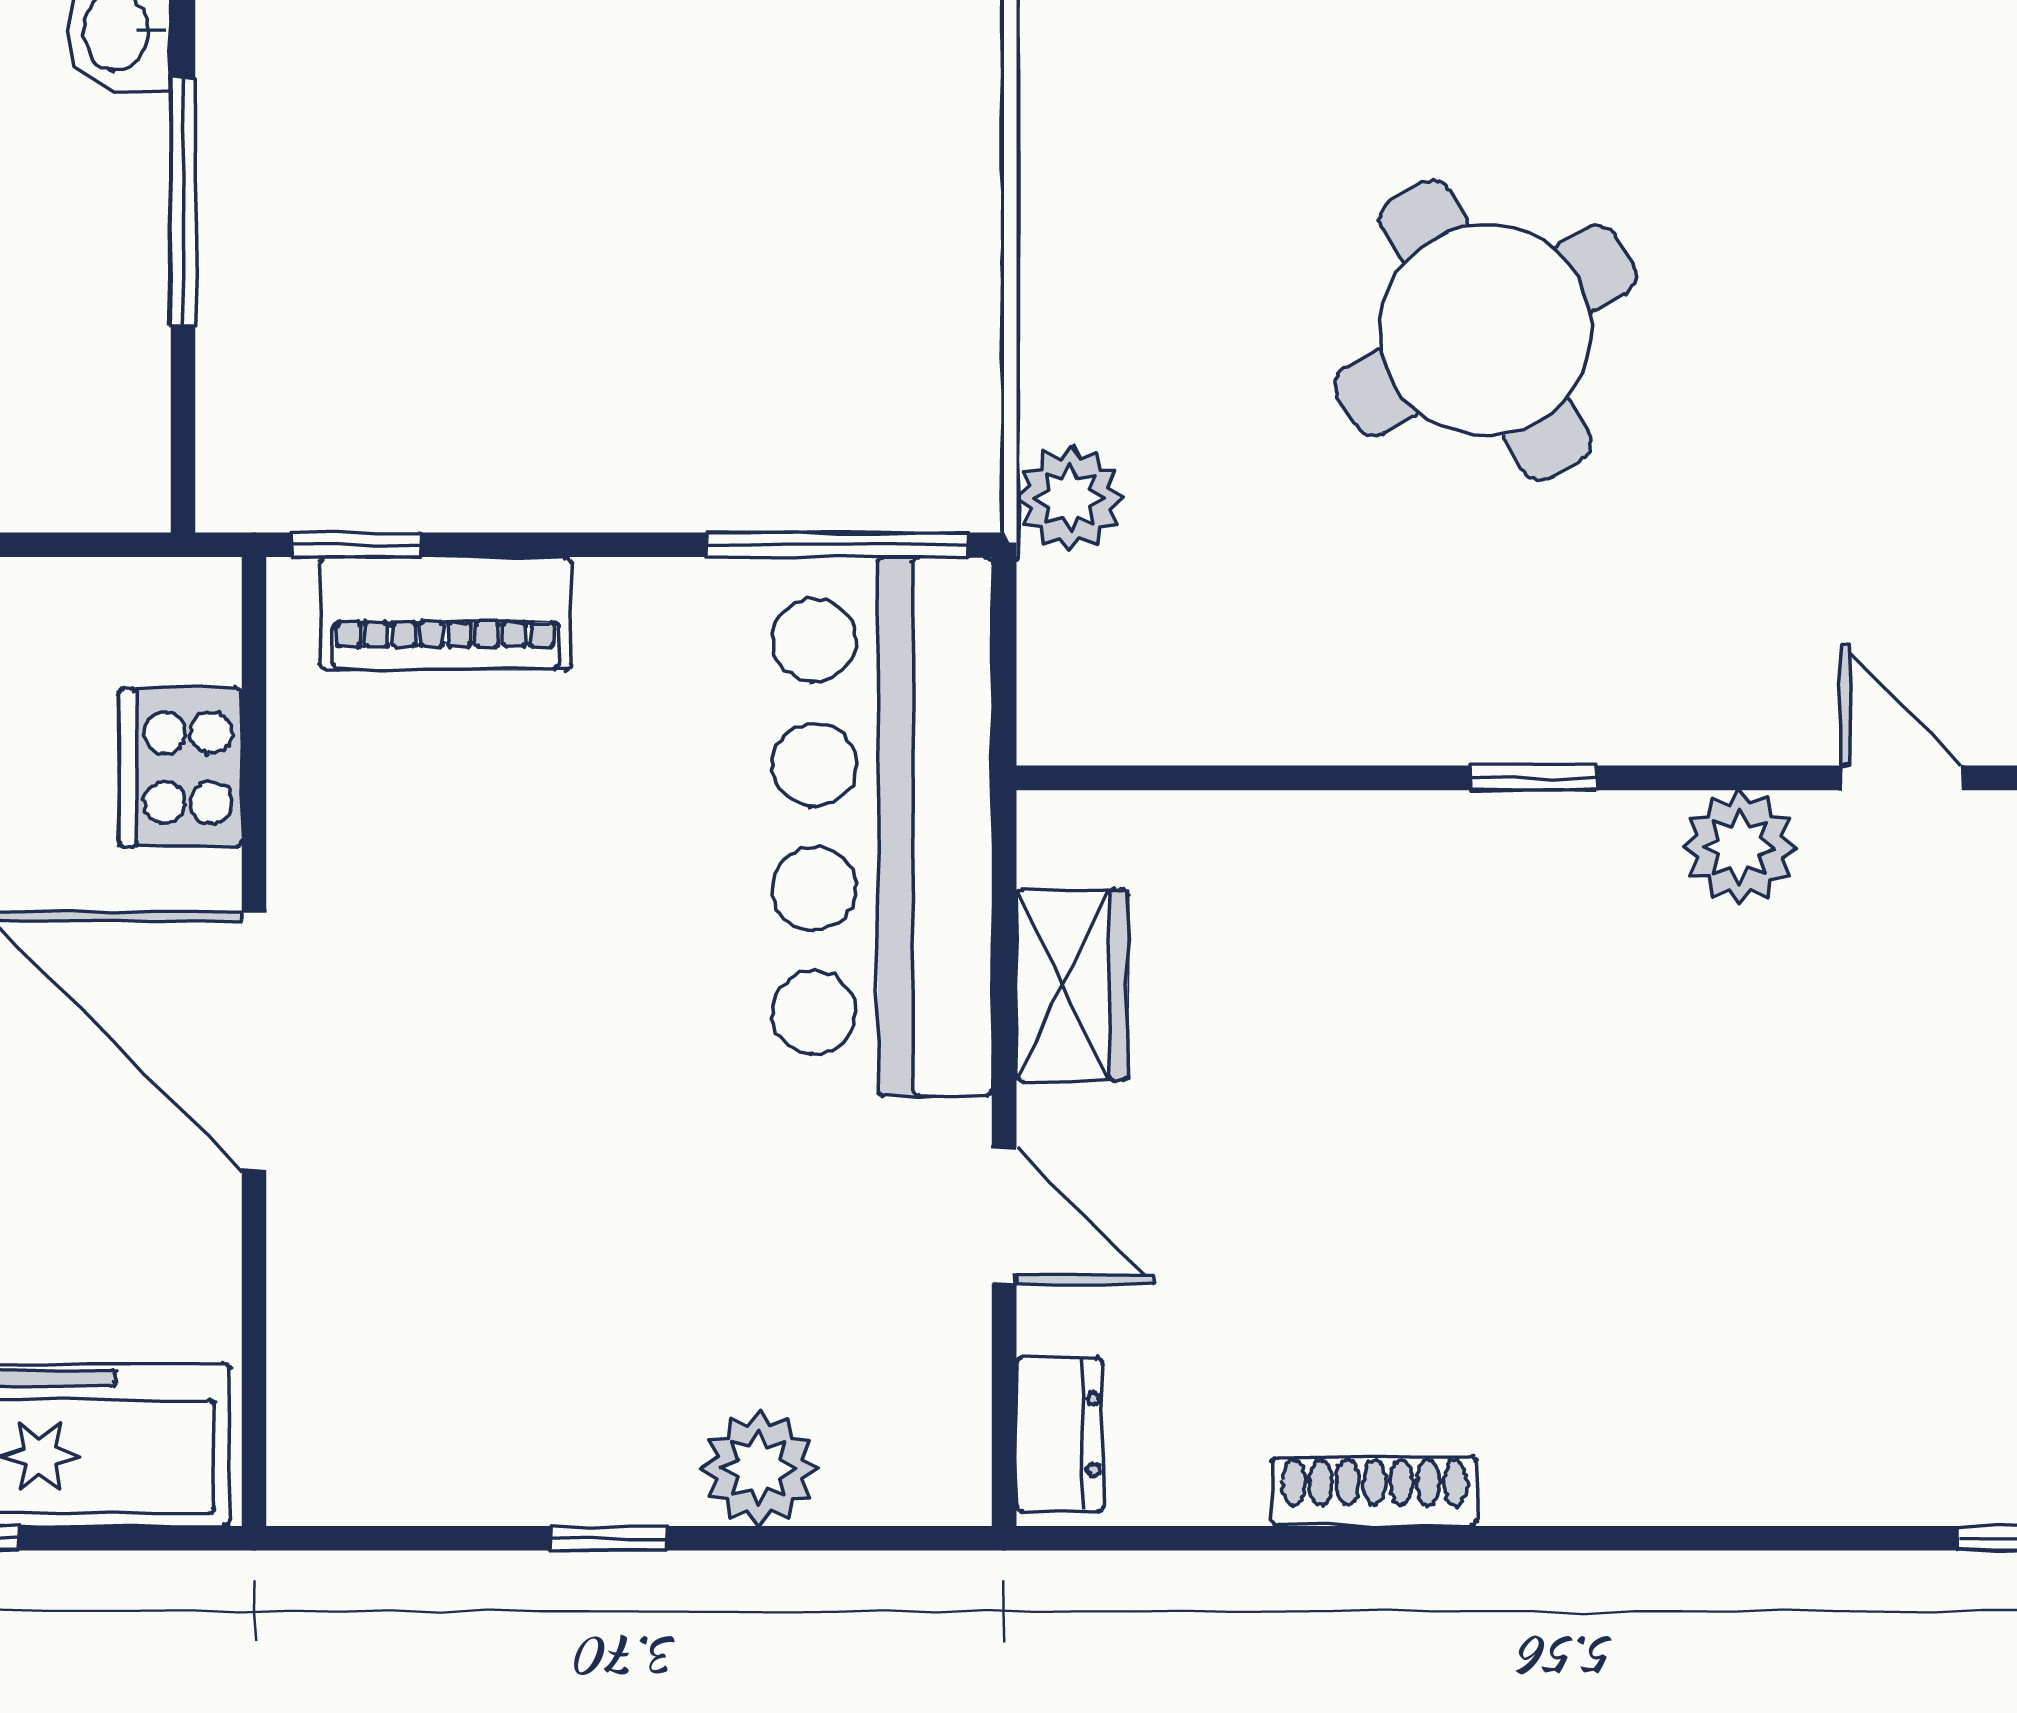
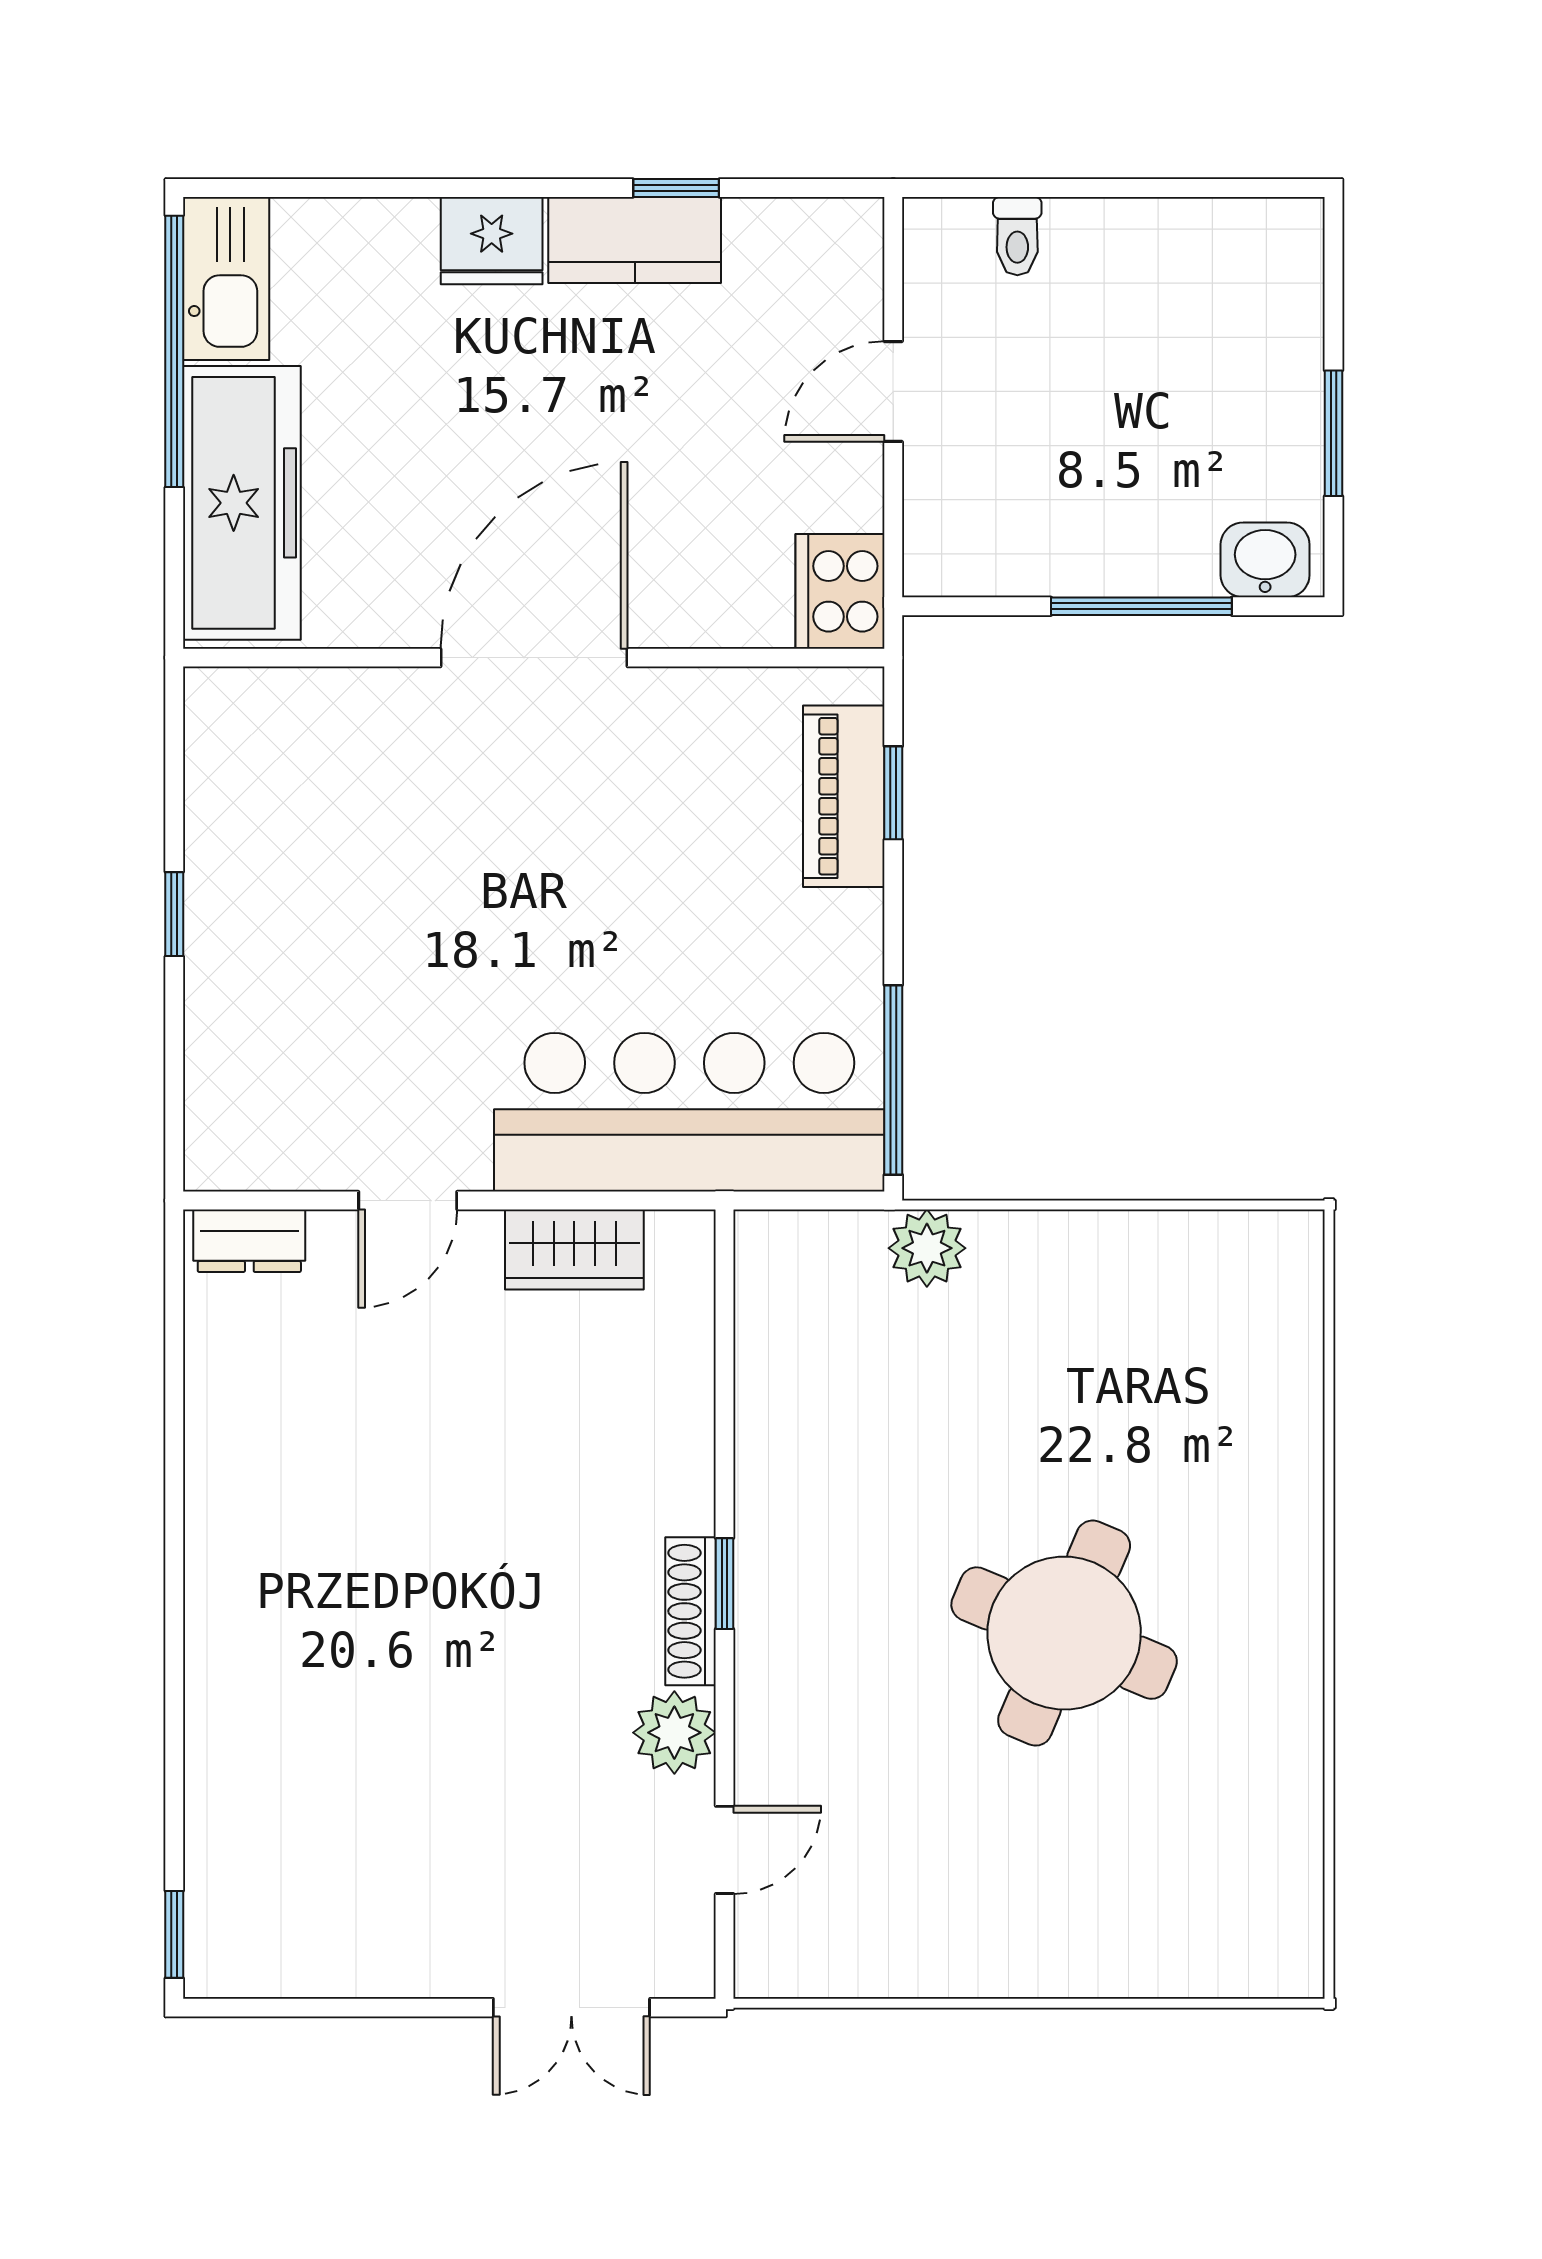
round table: (1485, 330) -> (1064, 1633), moved, turned -37
window: (356, 545) -> (893, 793), moved
cooker: (180, 768) -> (840, 591), moved, turned -90
plant: (759, 1468) -> (225, 1023), removed
shoe rack: (1374, 1491) -> (691, 1611), moved, turned 180

